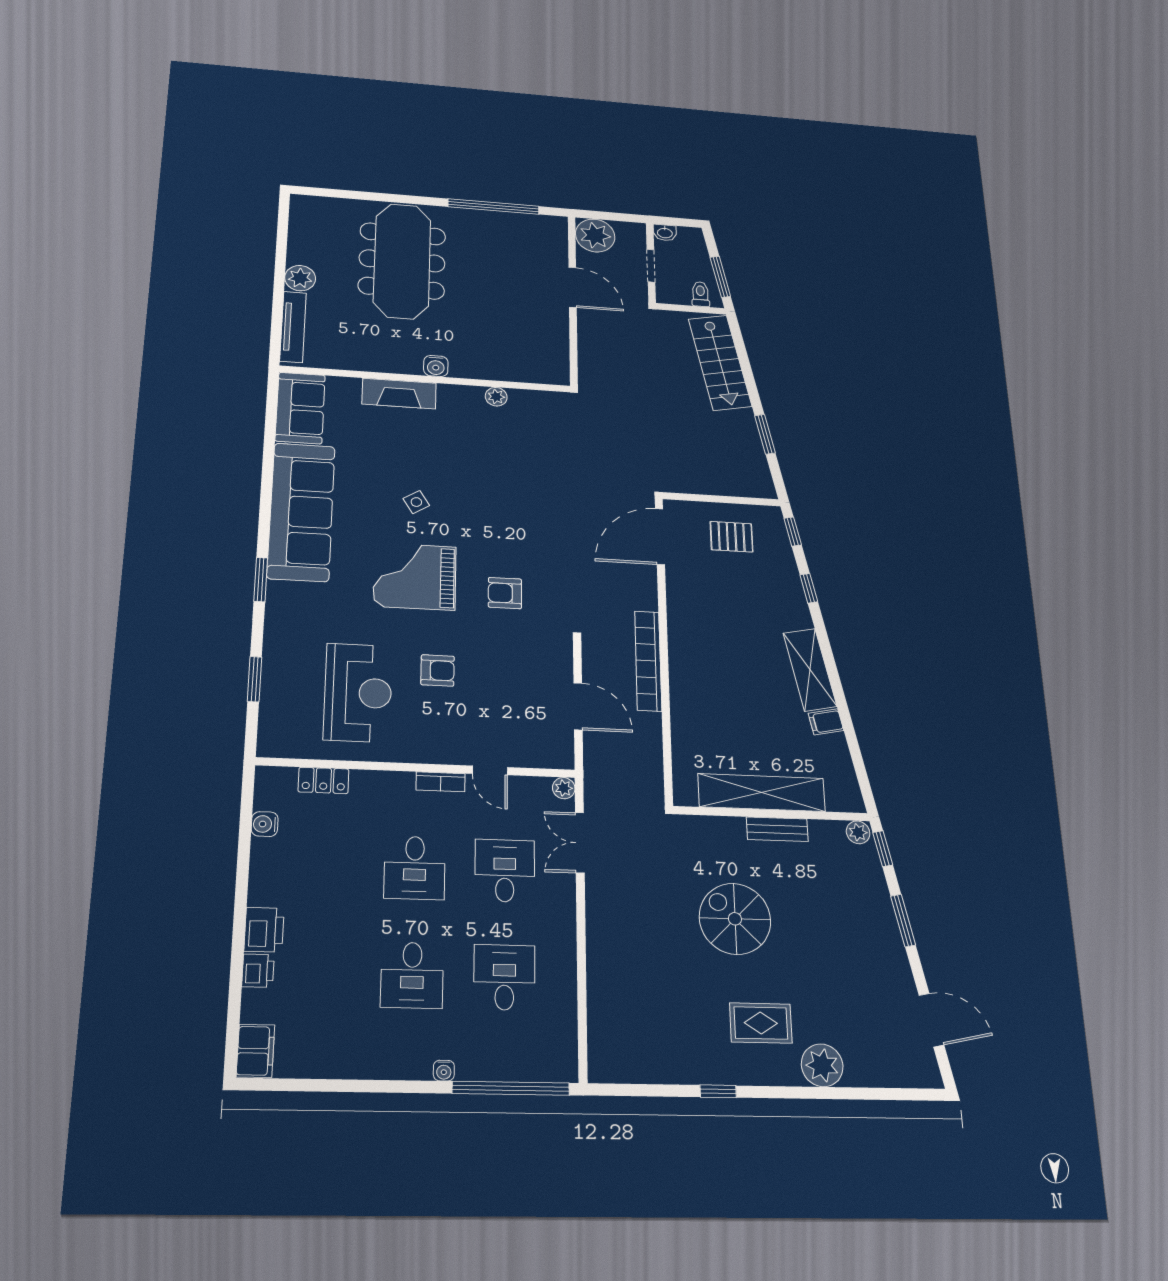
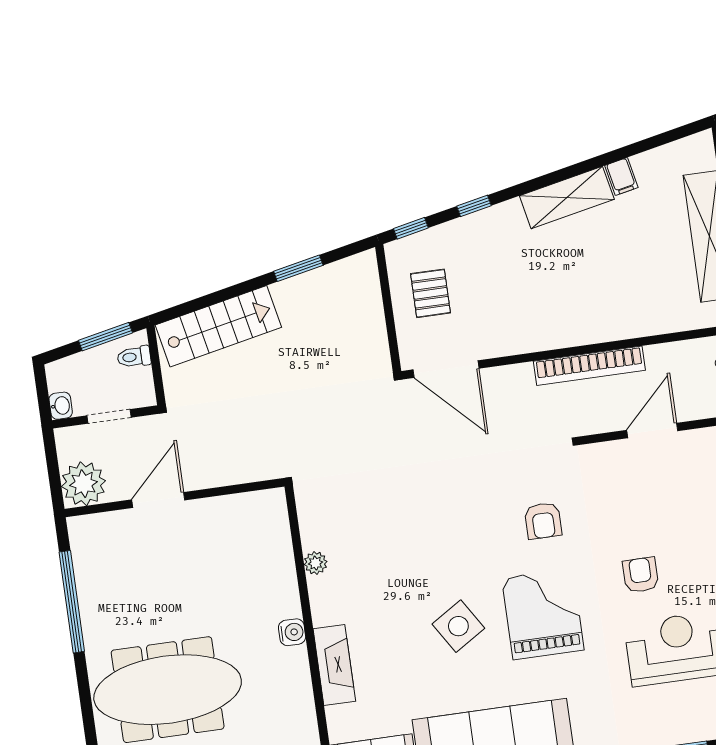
side table: (416, 502) -> (458, 626), width x1.87, depth x1.87
grand piano: (415, 576) -> (543, 614), turned 180

